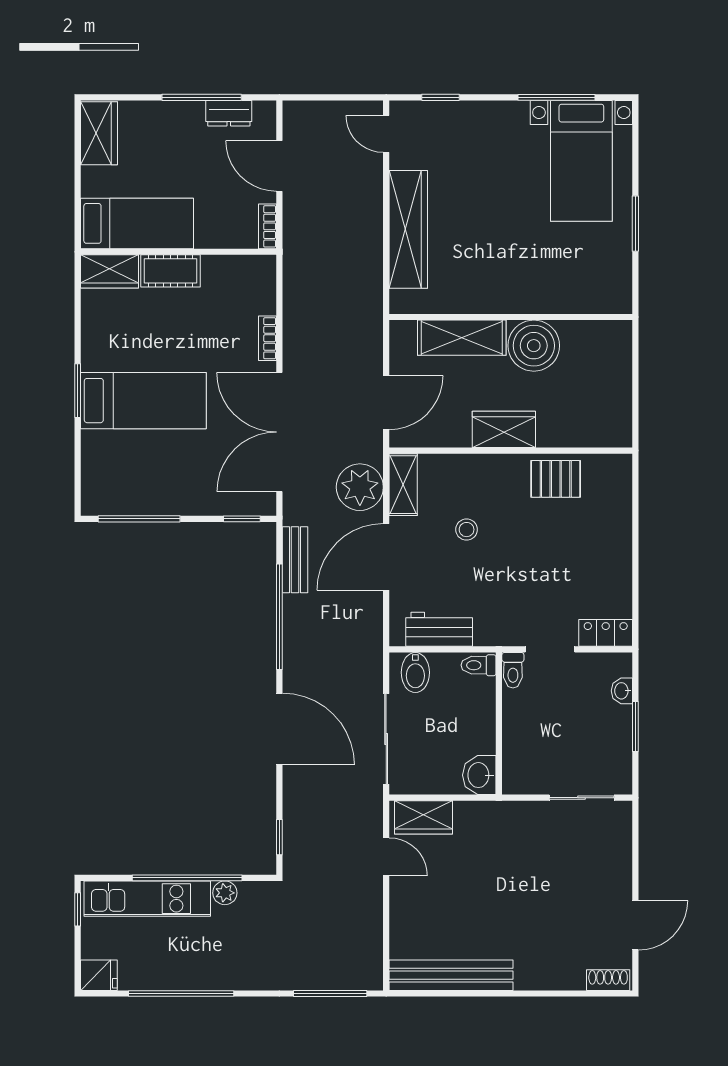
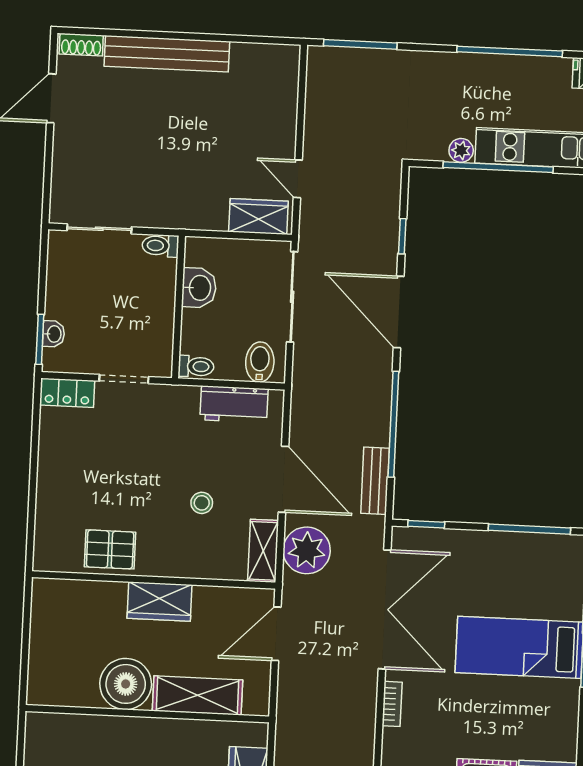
door: (386, 557) -> (284, 479), hinge flipped
toilet: (513, 670) -> (160, 246), moved, turned -90
window: (635, 727) -> (40, 339), moved
washbasin: (479, 775) -> (199, 288), moved
window: (279, 837) -> (402, 236), moved
bench: (451, 975) -> (167, 54), moved

